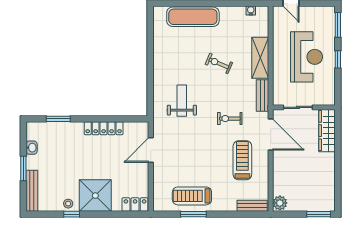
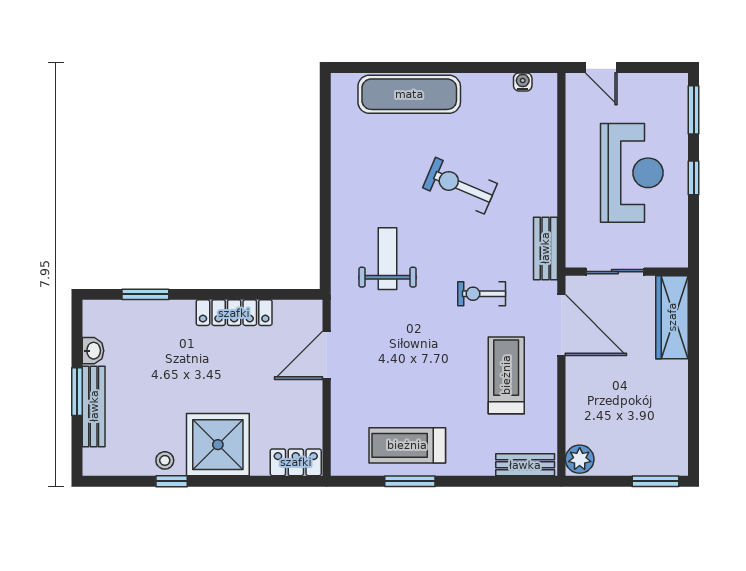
shelving: (260, 58) -> (541, 175), removed
exercise bike: (219, 63) -> (460, 186), width x1.38, depth x1.39
bench: (32, 191) -> (94, 406), moved

